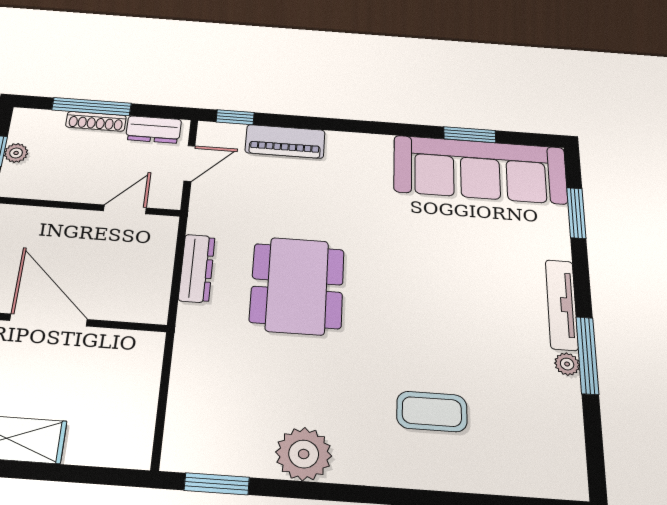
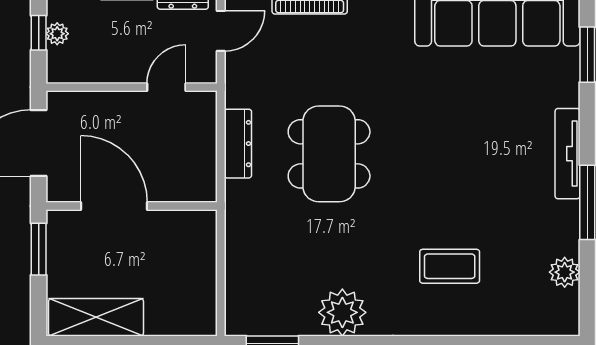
plant: (567, 364) -> (565, 272), moved, width x1.38, depth x1.38

